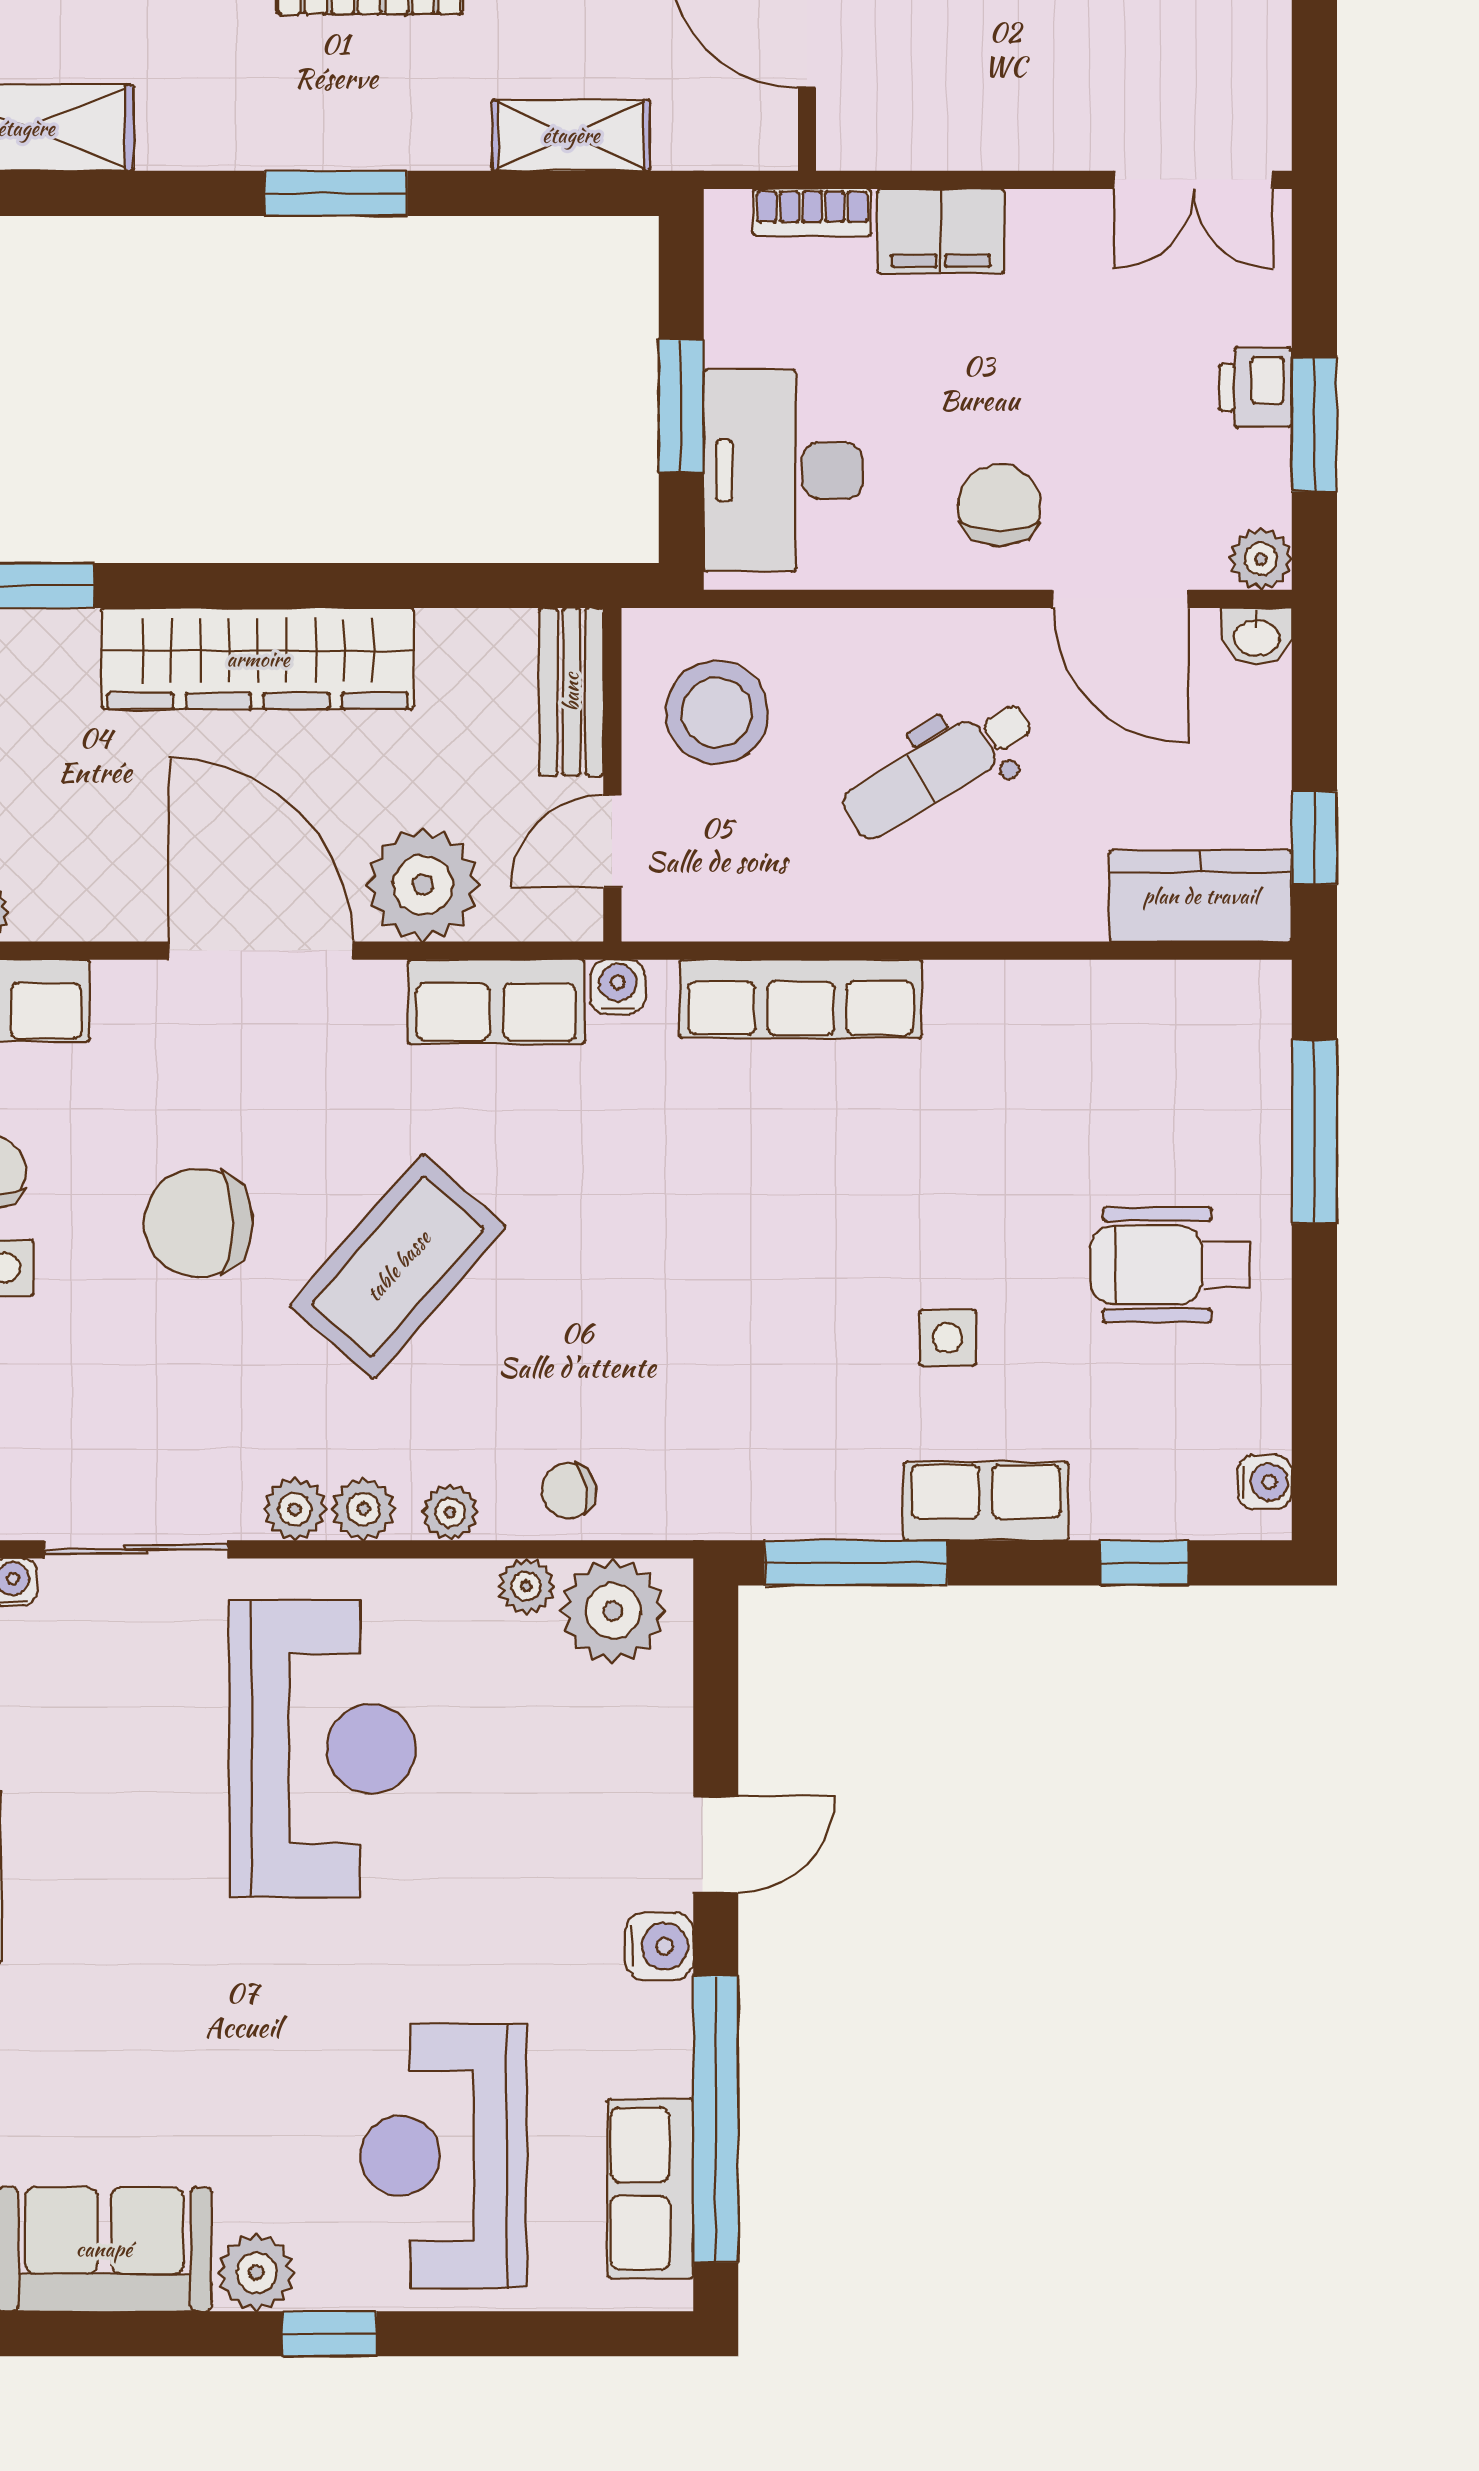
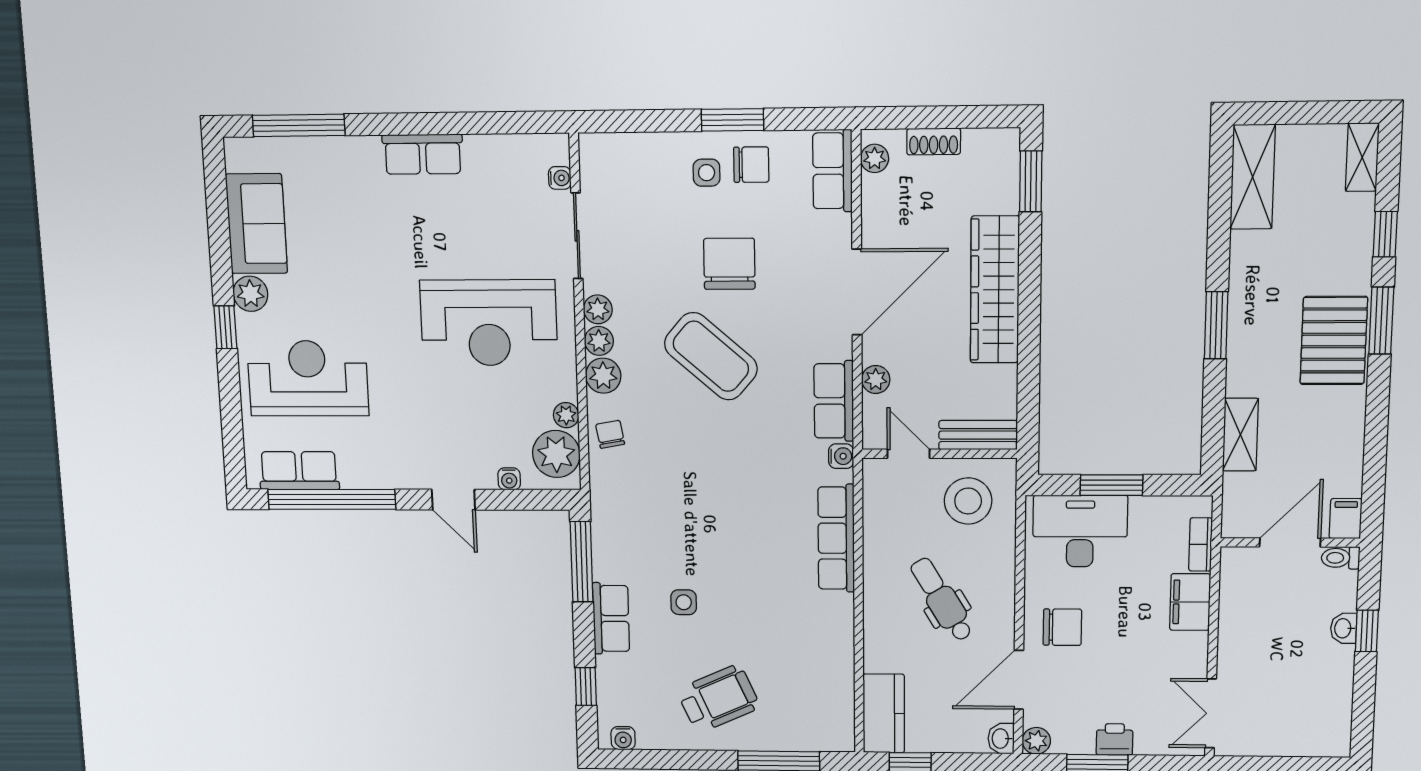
plant: (423, 885) -> (876, 379), width x0.53, depth x0.53
wheelchair: (1170, 1265) -> (718, 699), turned 66
plant: (450, 1512) -> (603, 376), width x1.38, depth x1.38
water cooler: (659, 1946) -> (509, 479), moved, width x0.72, depth x0.72

